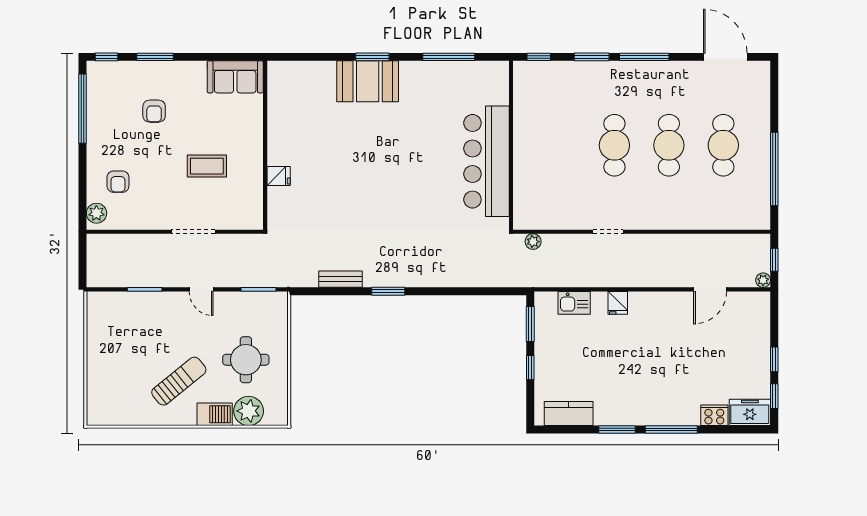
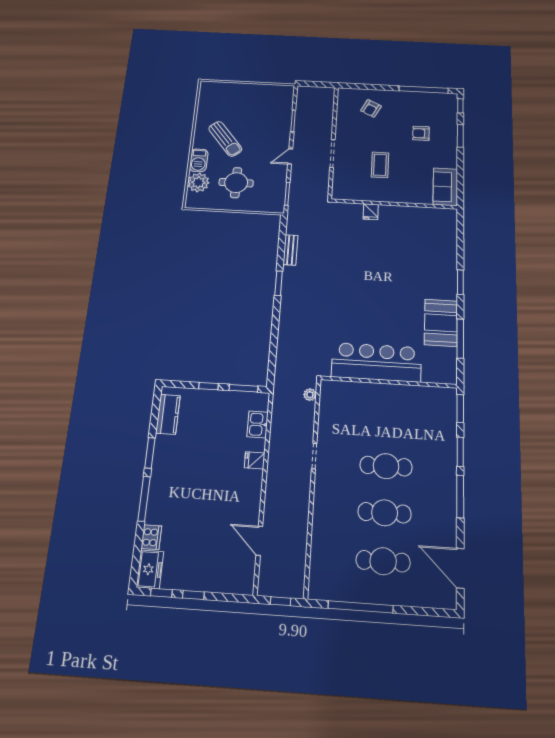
window: (539, 57) -> (460, 409), width x1.50
door: (725, 57) -> (460, 568), swing flipped
booth: (368, 81) -> (441, 323), moved
armchair: (118, 182) -> (371, 108), turned -63
plant: (96, 213) -> (349, 94), removed
plant: (763, 280) -> (263, 590), removed

